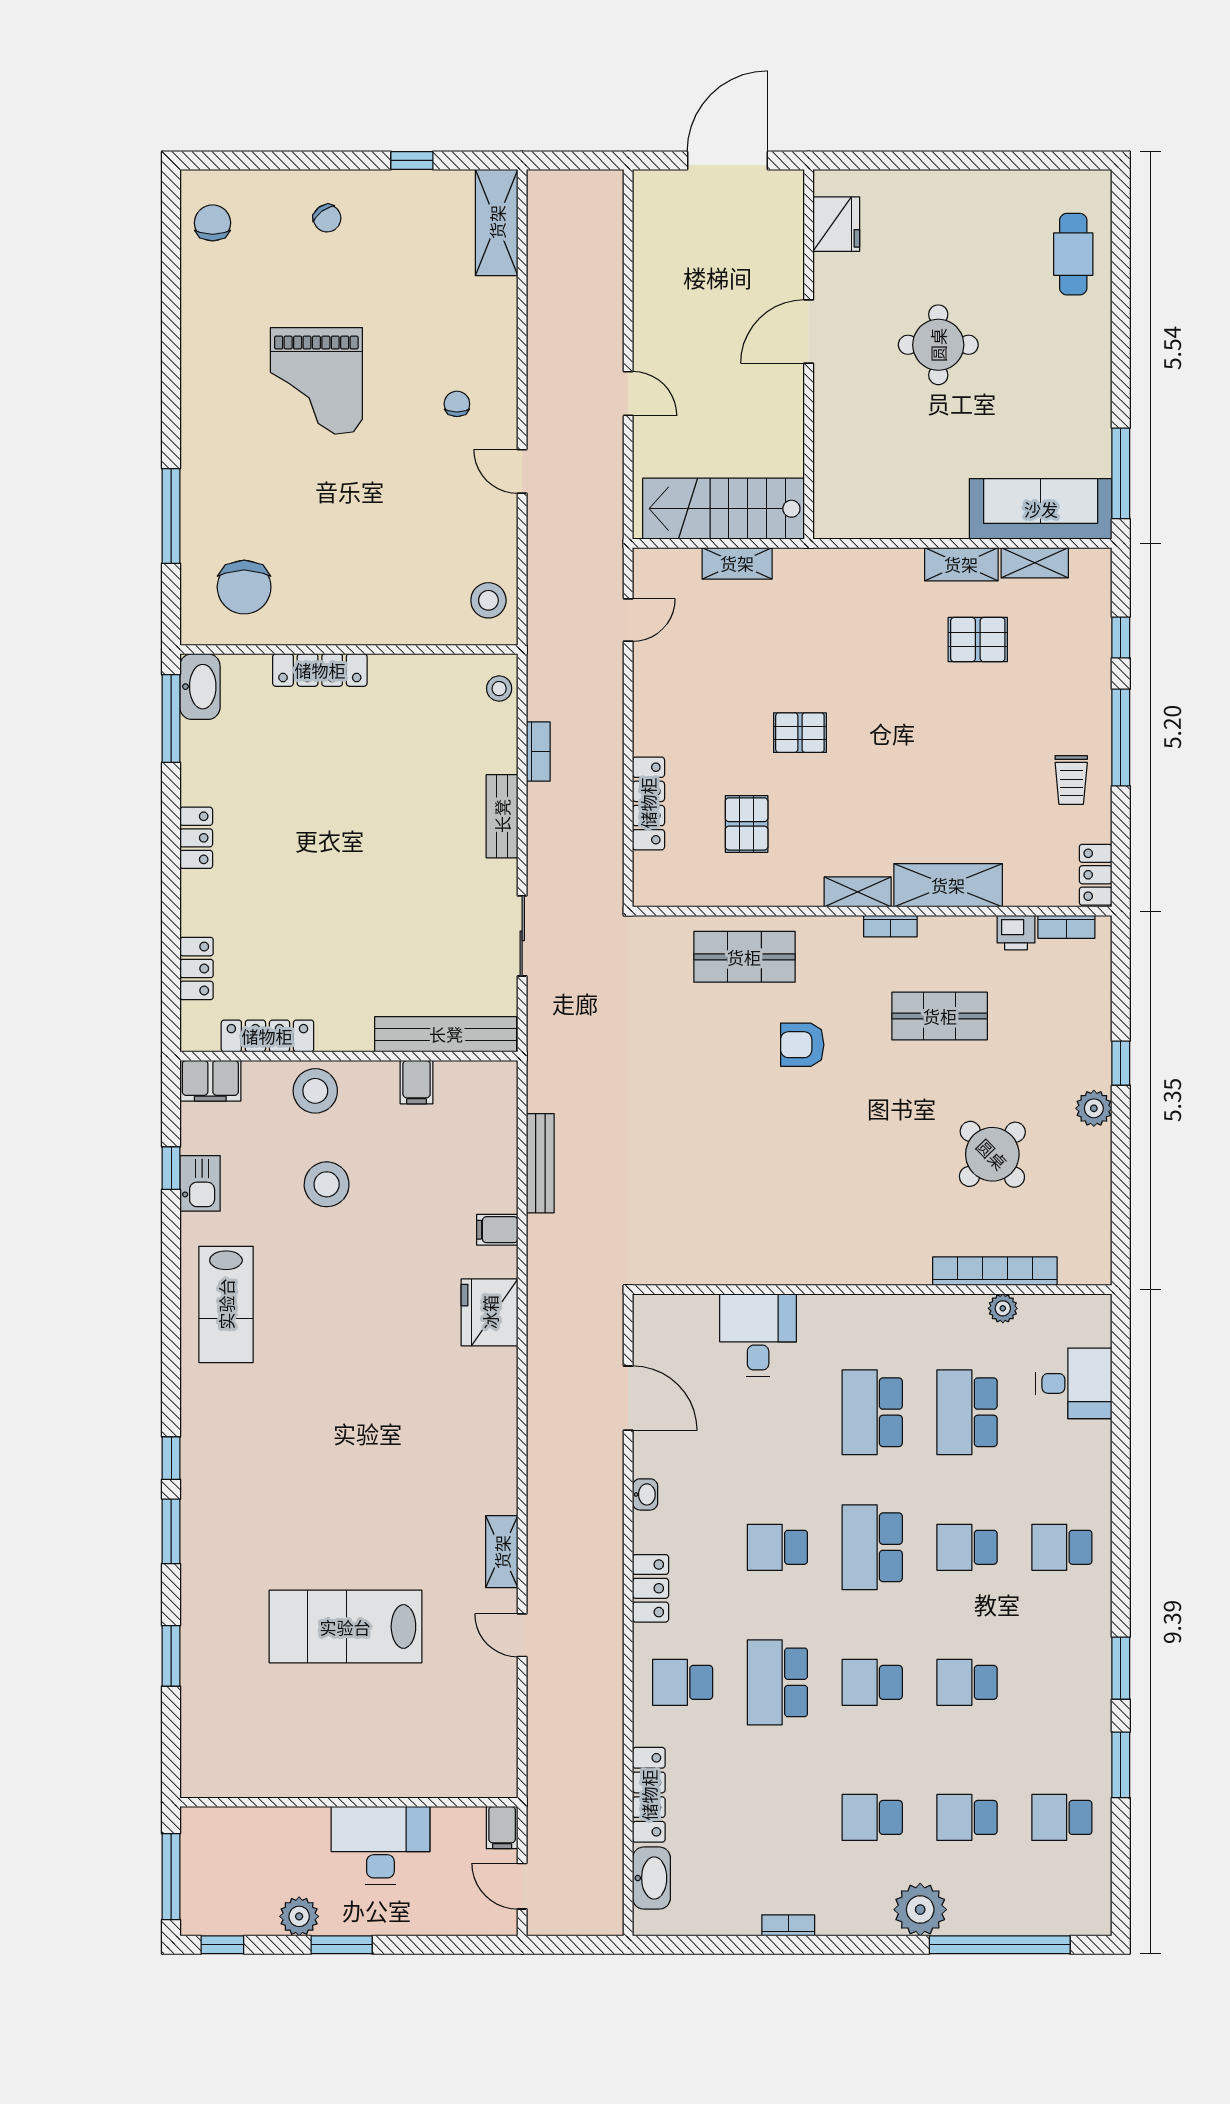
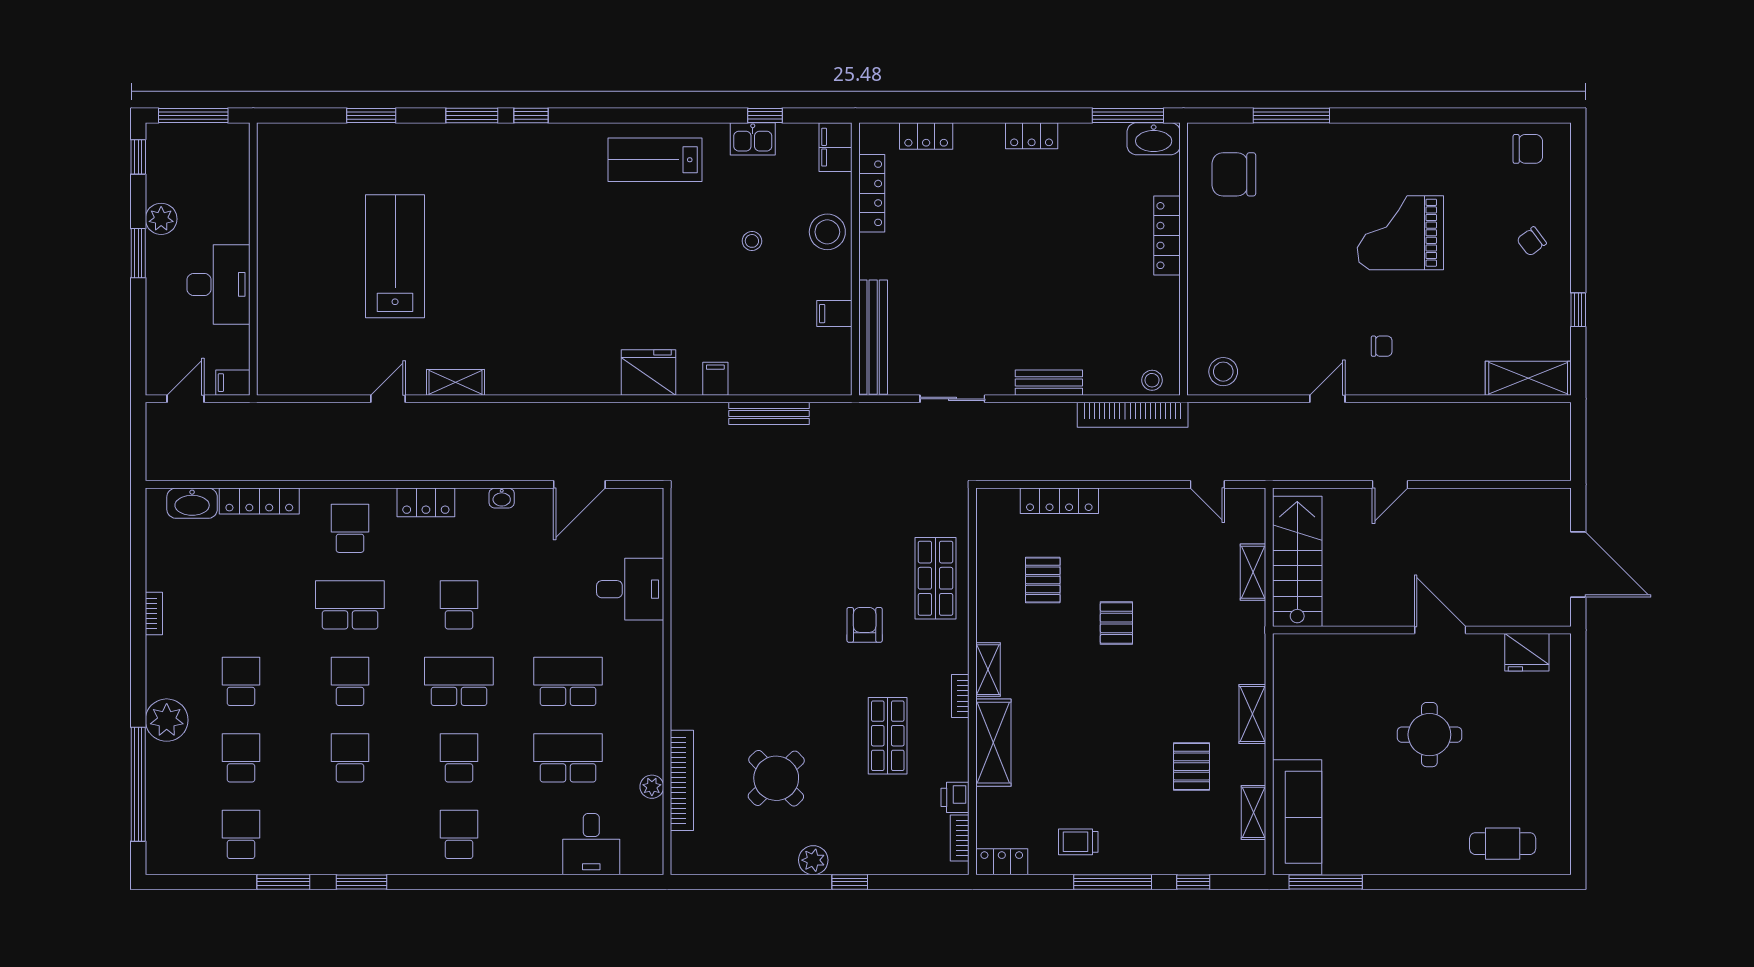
shelving: (961, 564) -> (1252, 714), moved
bookcase: (538, 752) -> (1133, 415), width x2.31, depth x1.31
pallet: (747, 824) -> (1043, 580), turned 90
stool: (327, 1184) -> (752, 241), width x0.53, depth x0.53

